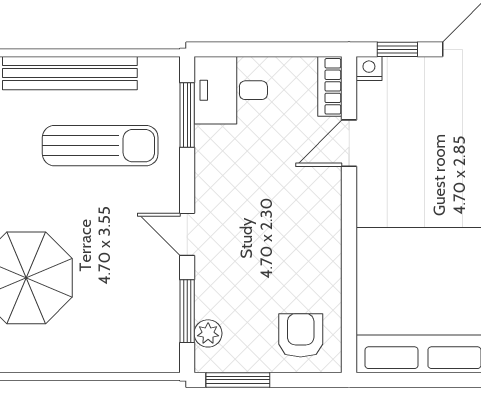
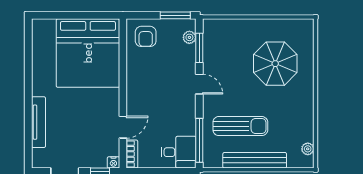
window: (187, 115) -> (199, 140), width x1.44
sun lounger: (100, 146) -> (240, 126), turned 180

